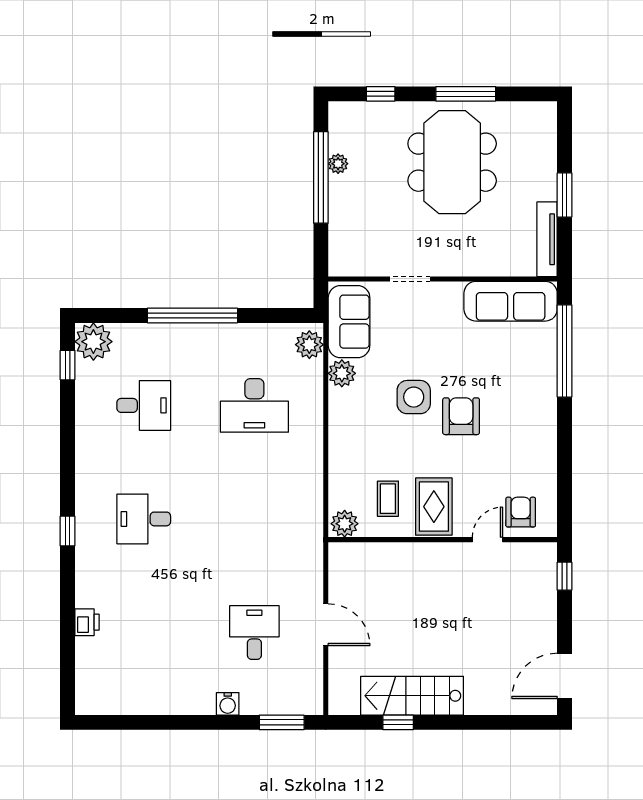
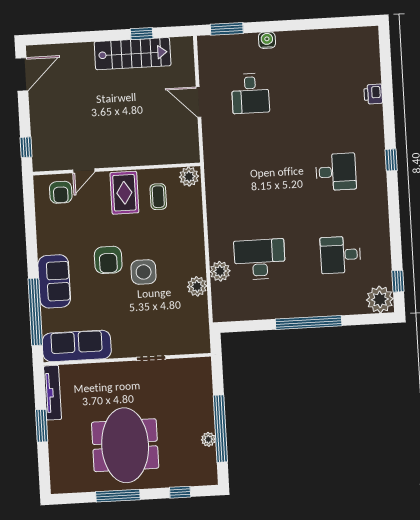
sofa: (349, 322) -> (54, 281), moved, turned 180
plant: (309, 345) -> (220, 271), moved

